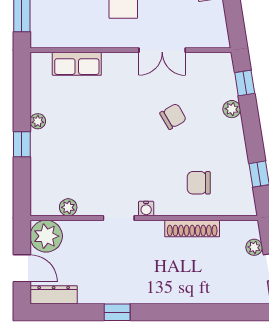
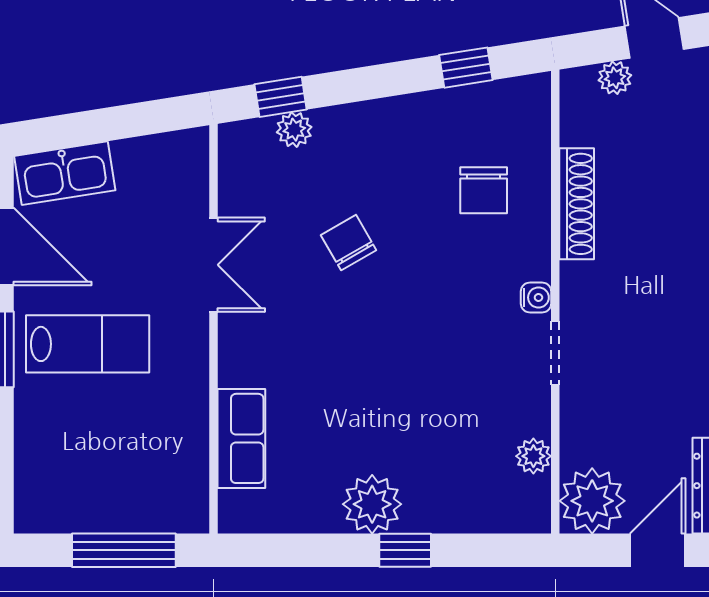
plant: (232, 109) -> (294, 130), moved
plant: (38, 121) -> (372, 504), width x1.87, depth x1.87

